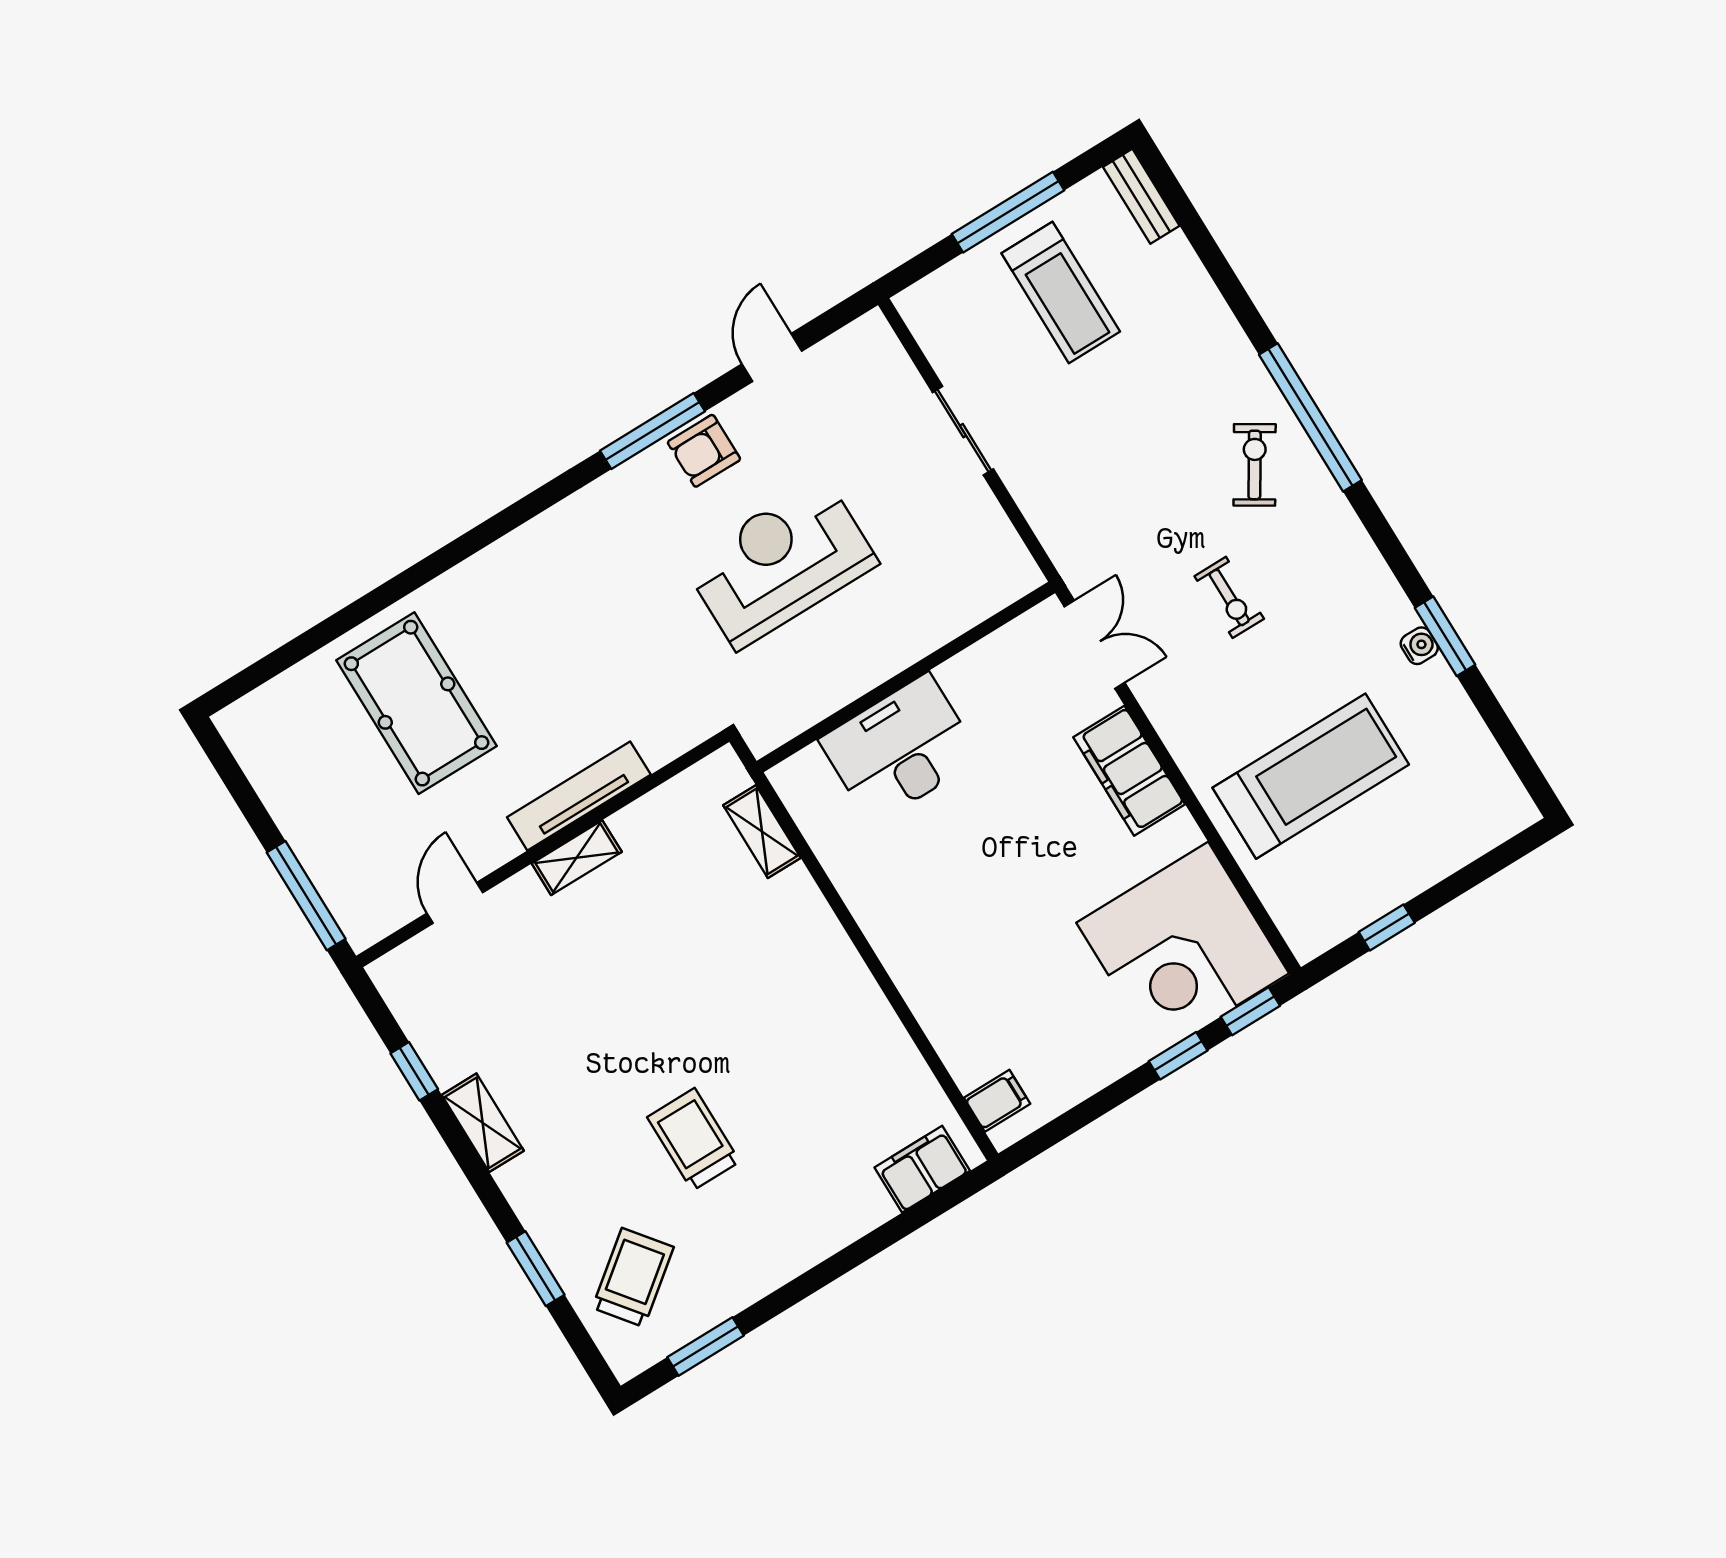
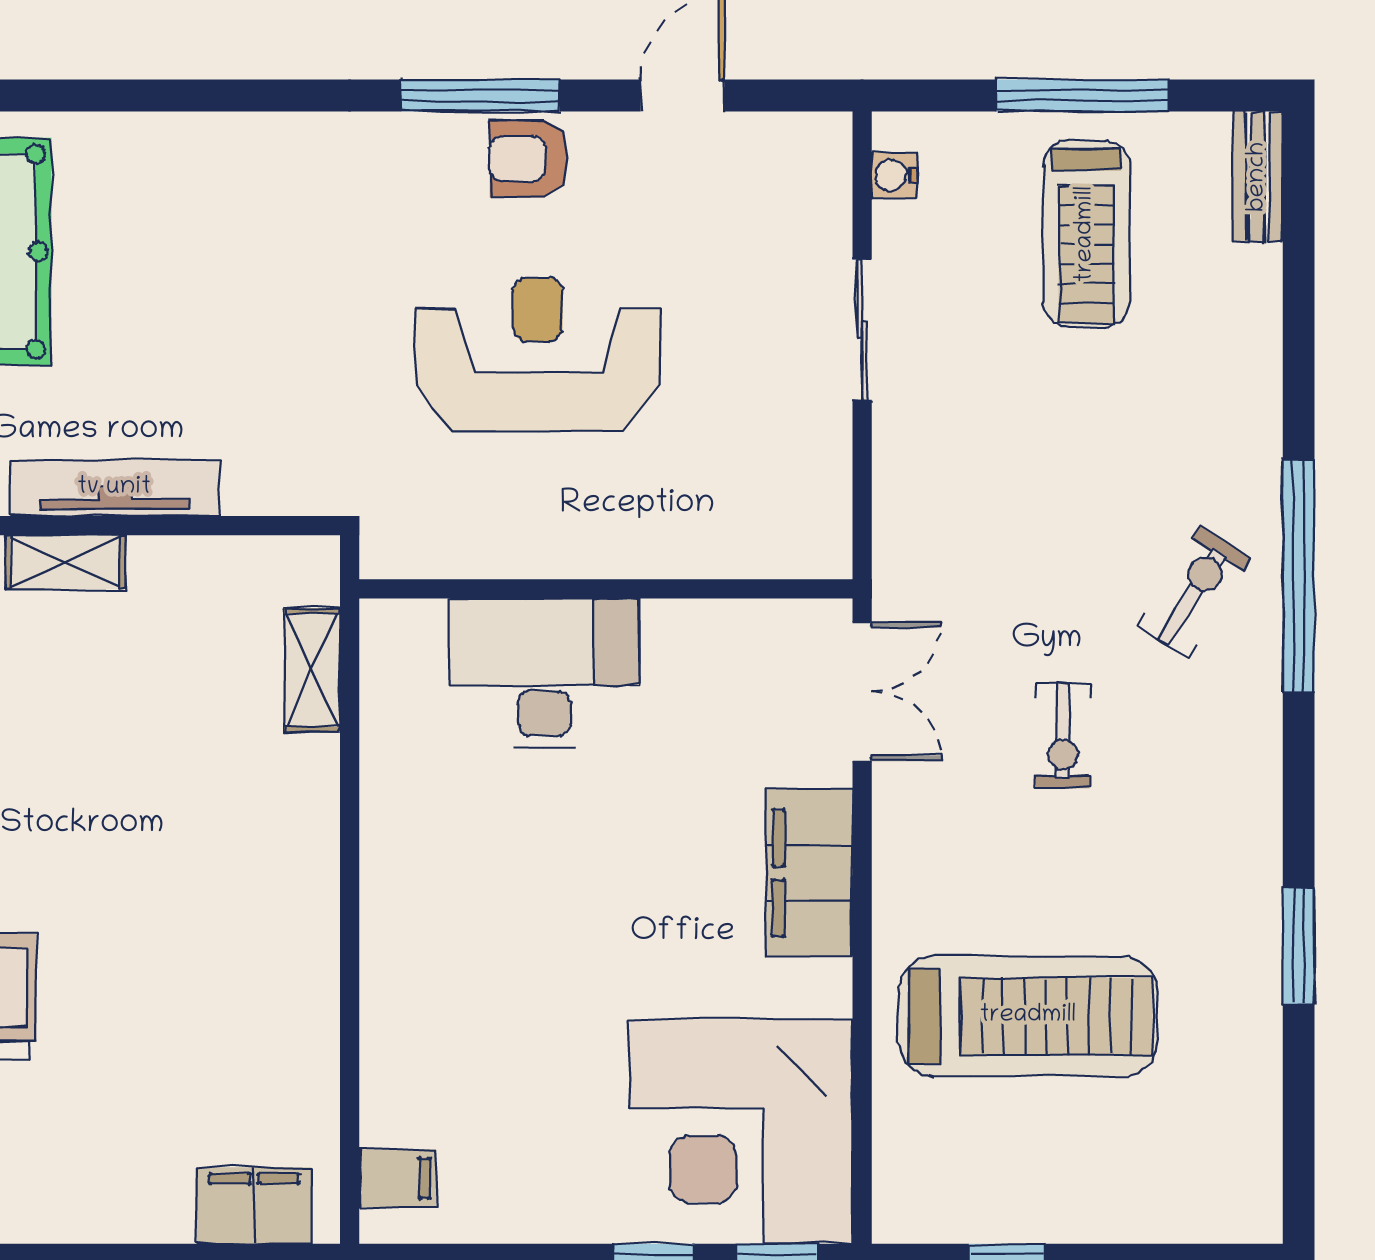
water cooler: (1419, 646) -> (895, 175), moved, turned 180

